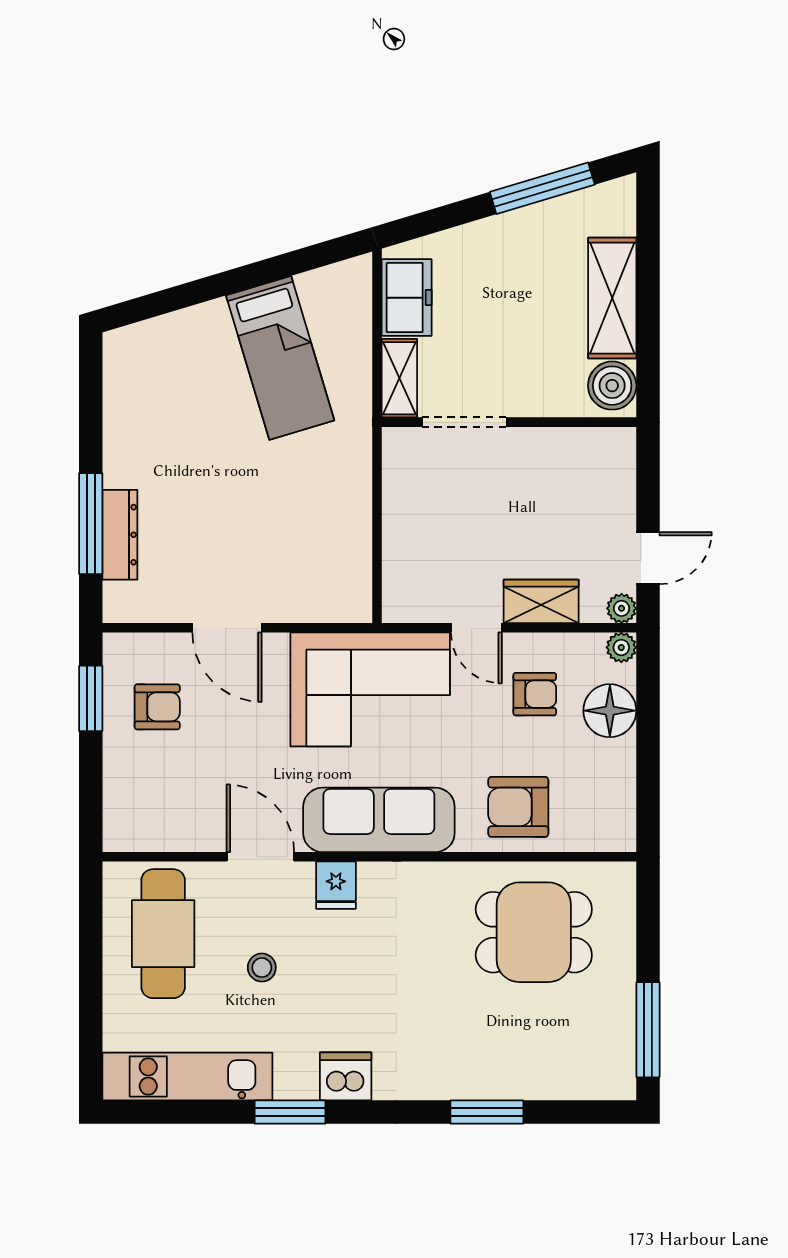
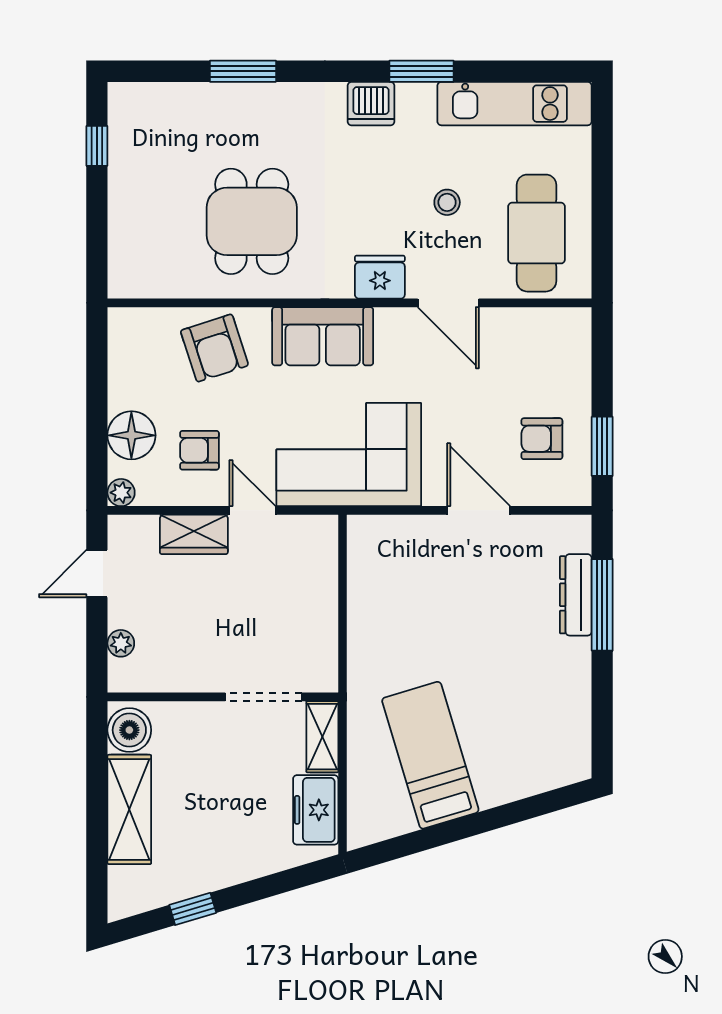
window: (542, 188) -> (193, 909), width x0.46
plant: (622, 608) -> (121, 643), moved
armchair: (518, 807) -> (214, 348), turned 72
sofa: (379, 820) -> (323, 336), width x0.73
fridge: (336, 885) -> (380, 277), width x1.38
dining table: (534, 932) -> (252, 221), moved, turned 90
window: (648, 1030) -> (97, 146), width x0.46

